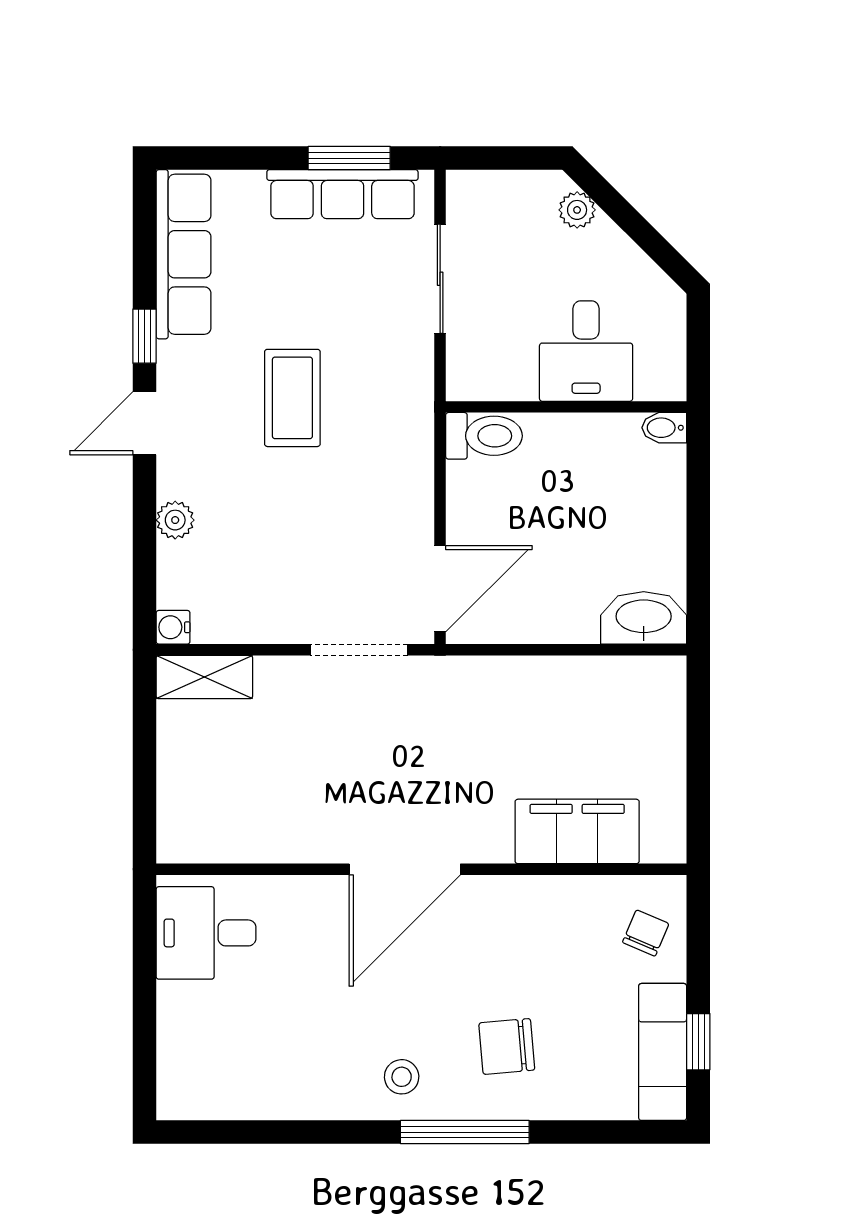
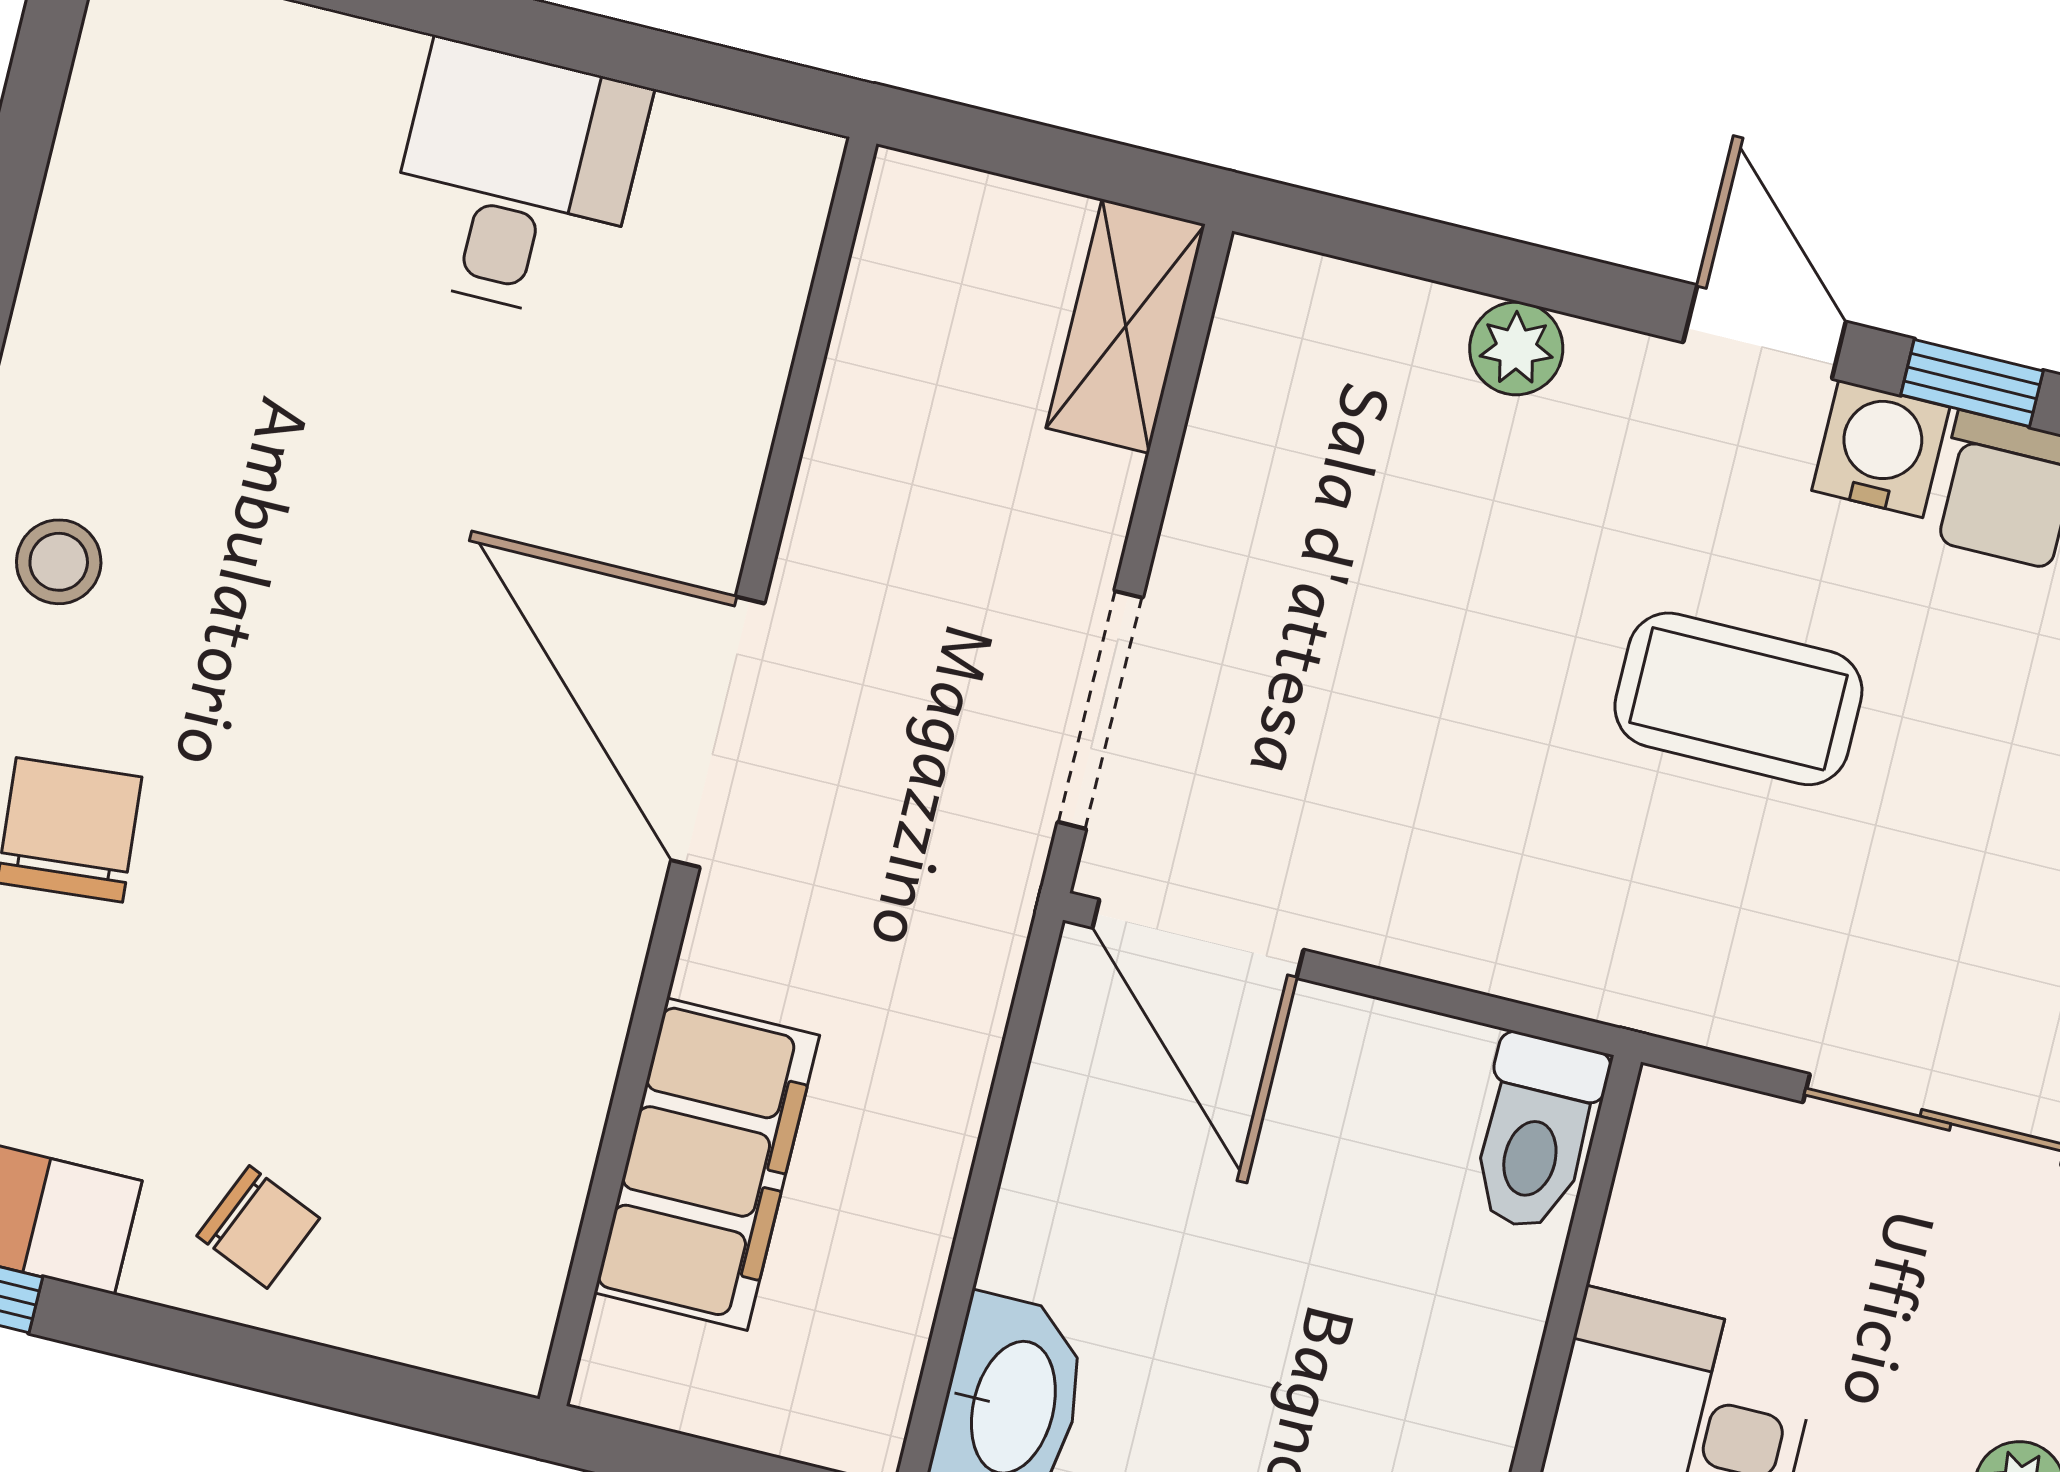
water cooler: (173, 627) -> (1881, 449), moved, width x1.38, depth x1.38
filing cabinet: (577, 831) -> (707, 1164), moved
door: (405, 869) -> (718, 732), moved
wall: (421, 869) -> (708, 771), moved

